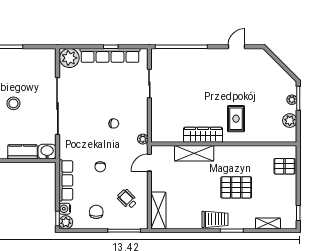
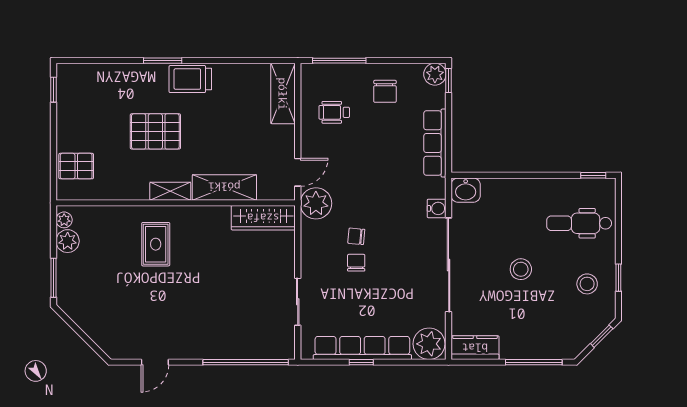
plant: (292, 100) -> (64, 220), moved
wardrobe: (203, 135) -> (263, 218), moved
plant: (143, 139) -> (316, 203), width x1.88, depth x1.88
kitchen counter: (23, 152) -> (475, 348), moved, turned 180
chair: (100, 167) -> (356, 263), moved
wheelchair: (127, 199) -> (334, 112), turned 135
water cooler: (65, 209) -> (437, 208), moved
shelving: (268, 223) -> (170, 191), moved

